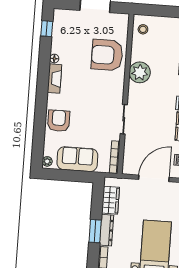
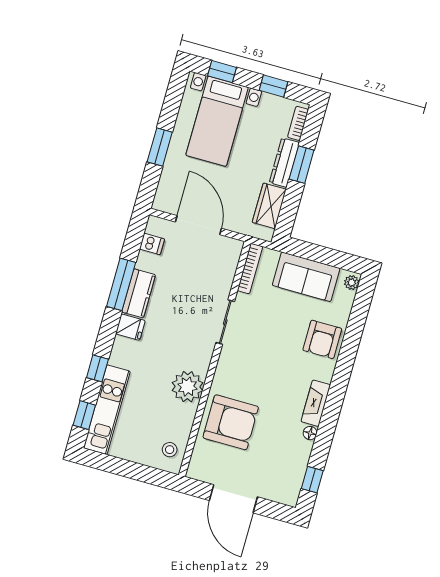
door: (154, 178) -> (198, 225), swing flipped

